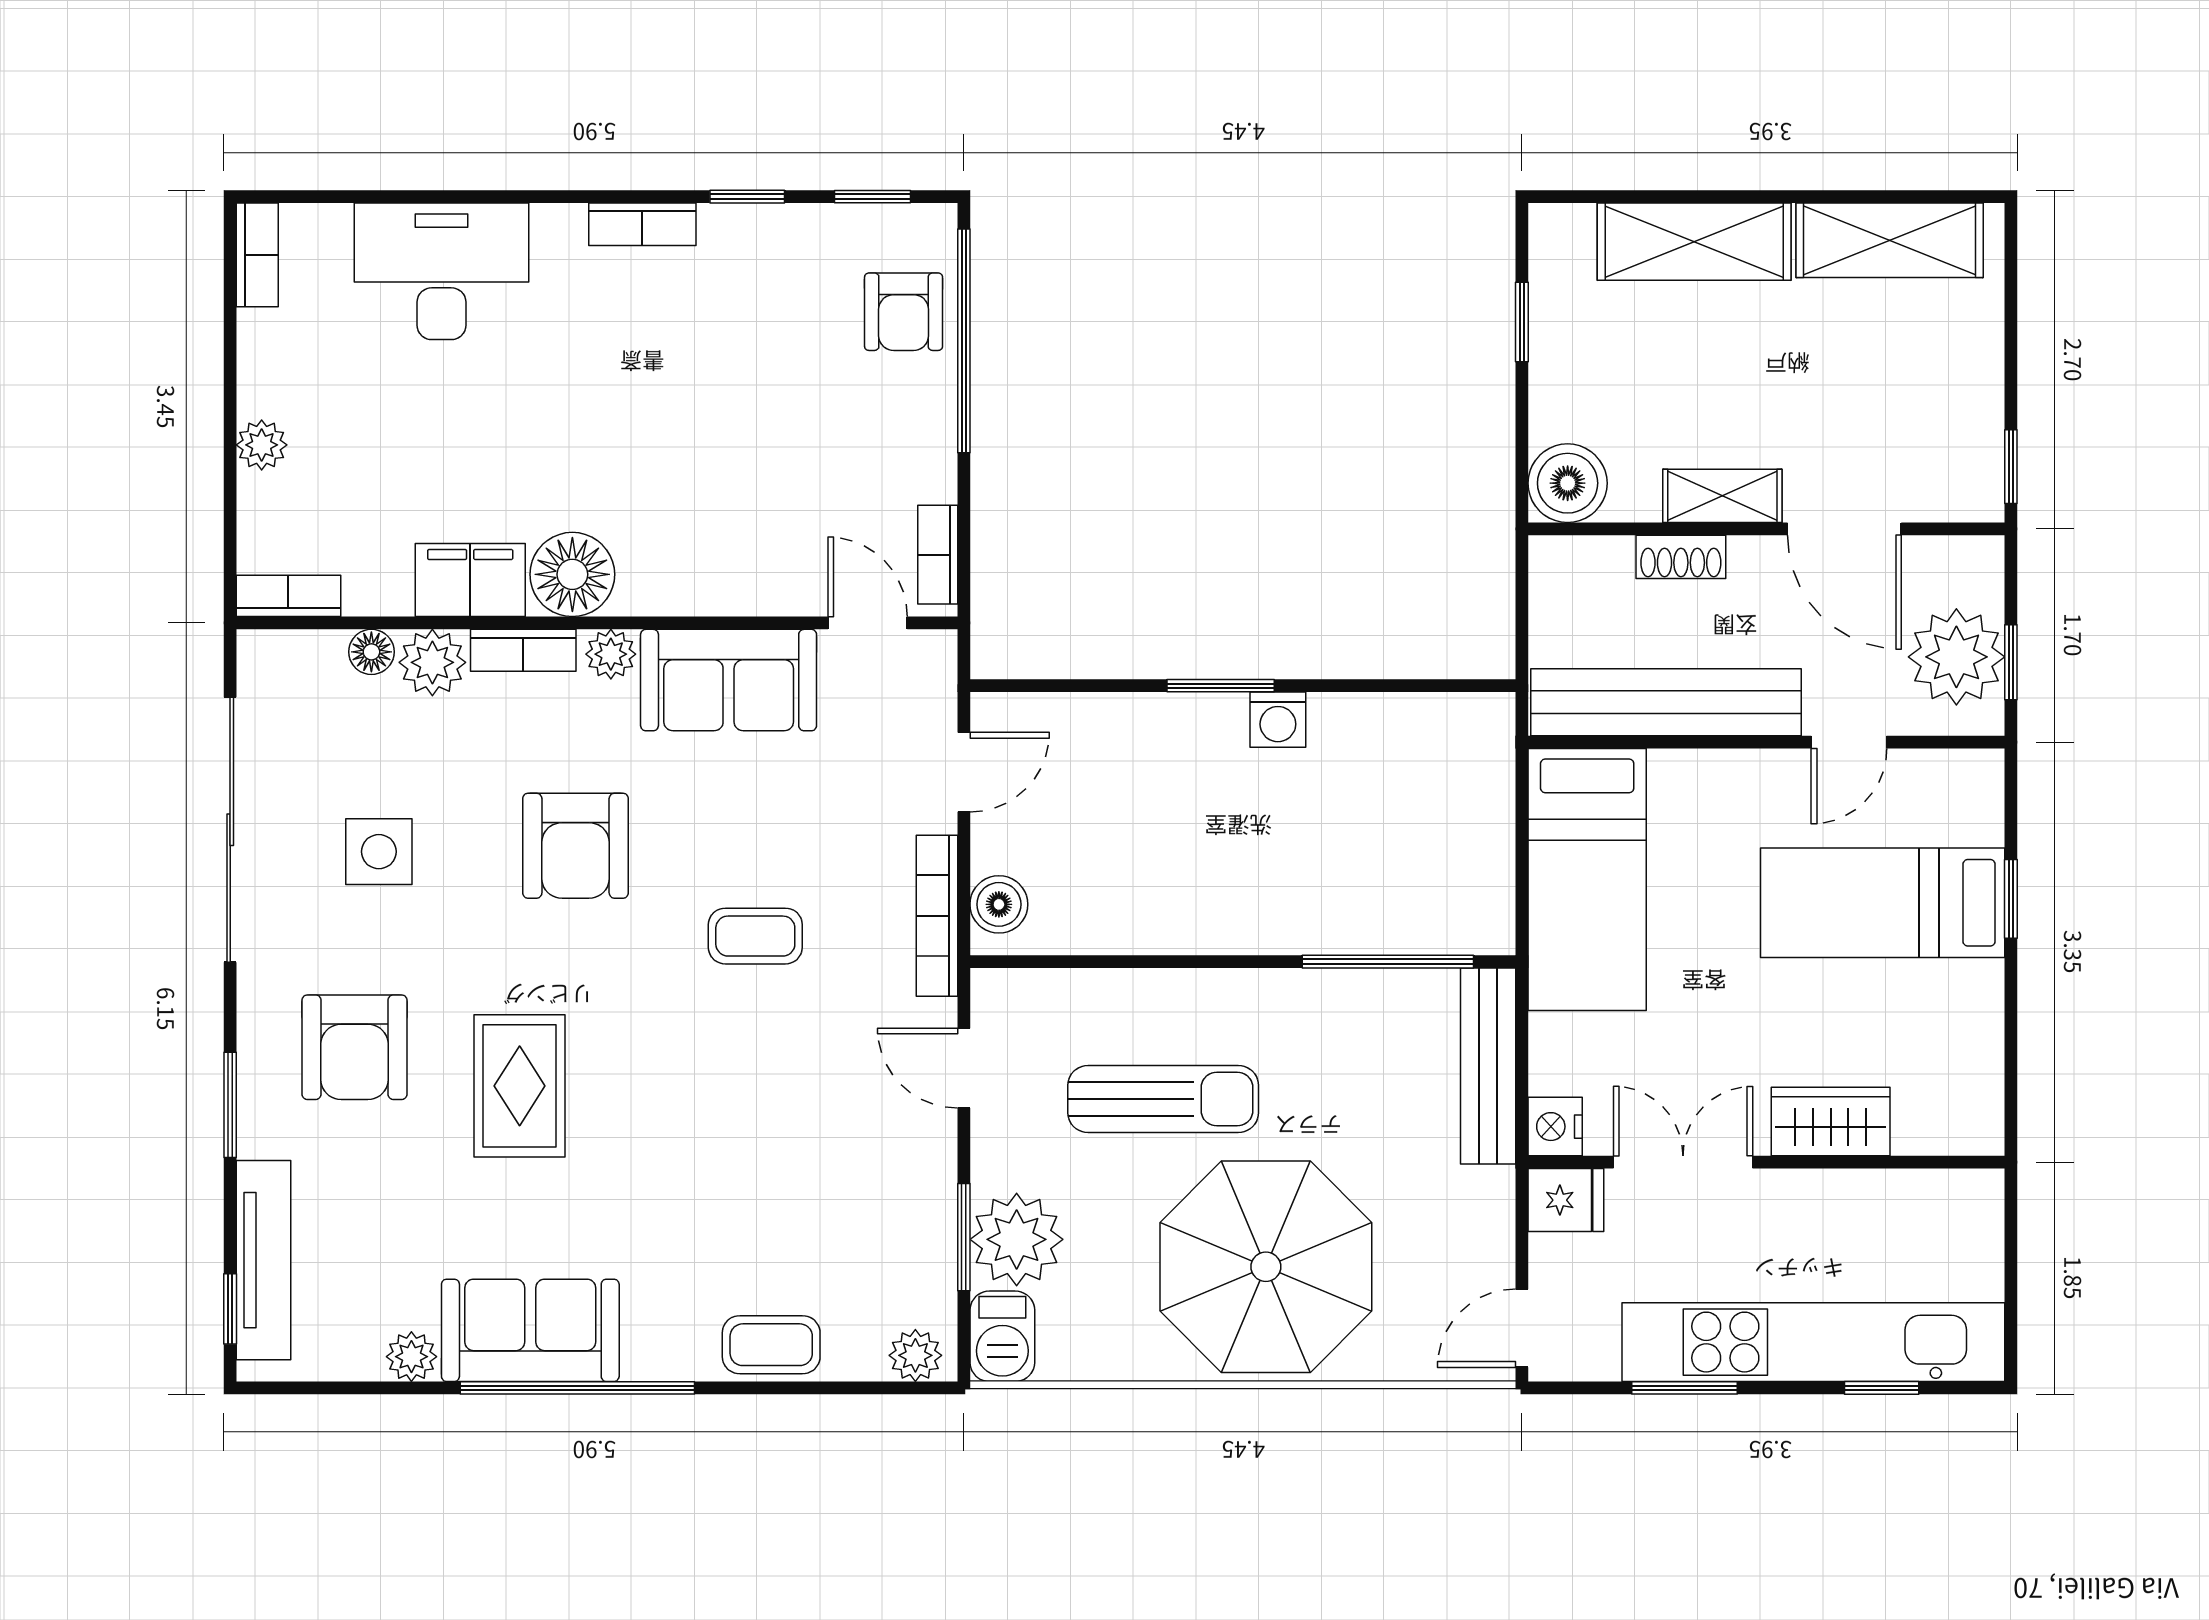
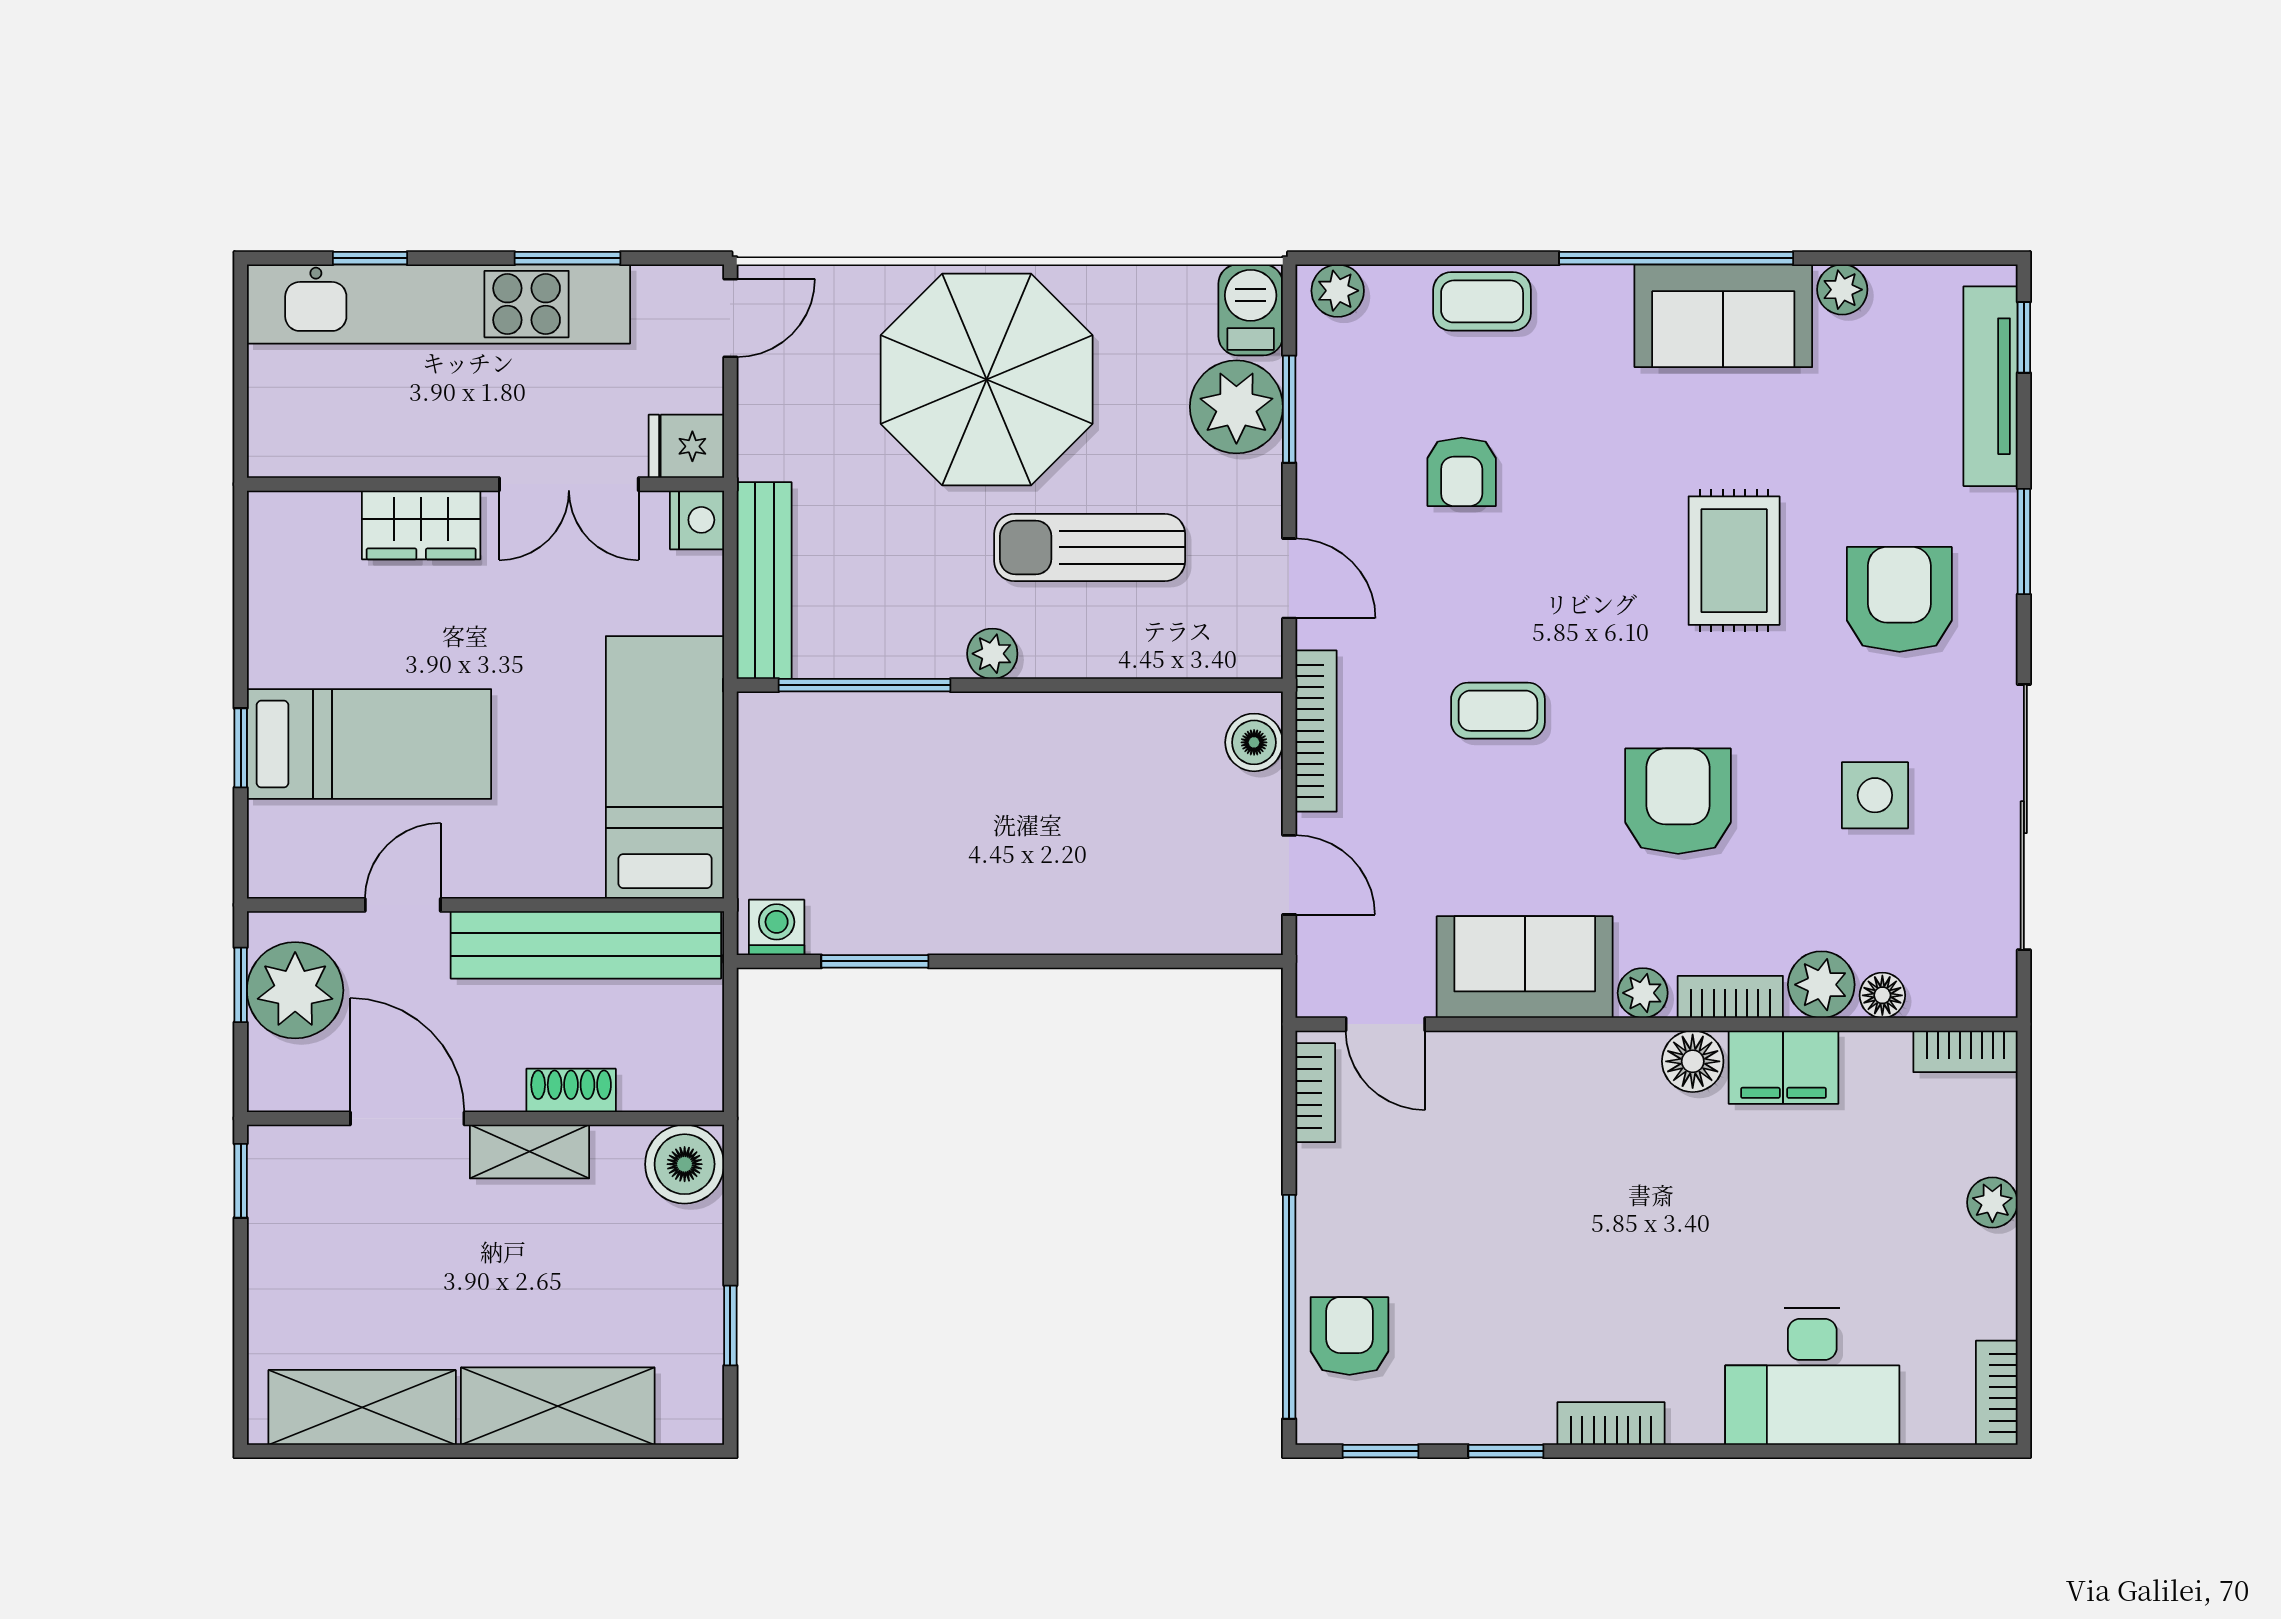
floor lamp: (572, 574) -> (1693, 1061), width x0.73, depth x0.73
window: (1221, 686) -> (875, 961), moved
washing machine: (1278, 720) -> (777, 927), moved
door: (964, 772) -> (1289, 875), swing flipped
plant: (1260, 993) -> (992, 654), added
armchair: (792, 1175) -> (1462, 472), added

